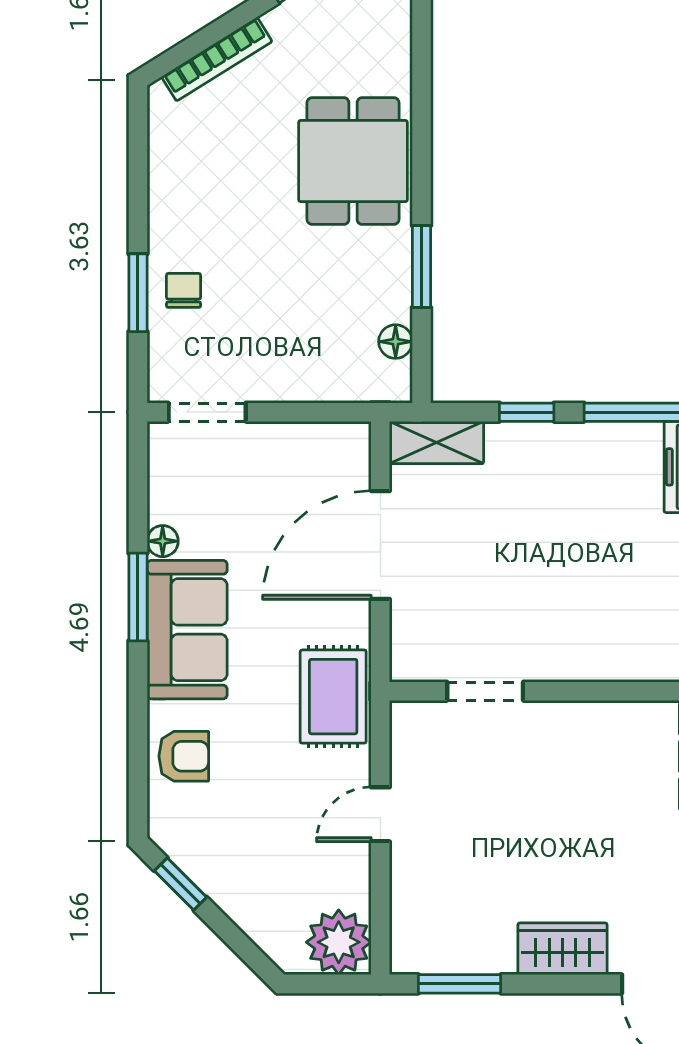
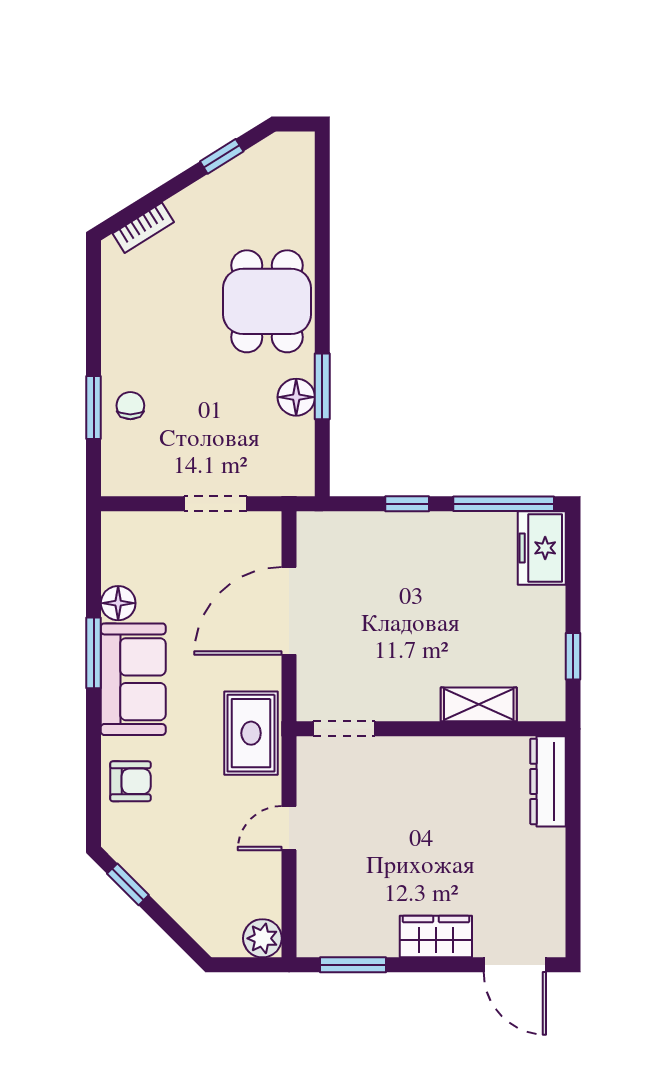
bookcase: (217, 59) -> (143, 228), width x0.64
floor lamp: (396, 342) -> (296, 397), moved, width x1.37, depth x1.37
doorway: (207, 412) -> (216, 504), moved
shelving: (437, 442) -> (479, 704), moved
floor lamp: (163, 541) -> (118, 603), width x1.37, depth x1.37
doorway: (485, 691) -> (344, 729), moved
plant: (339, 942) -> (262, 938), width x0.73, depth x0.73

